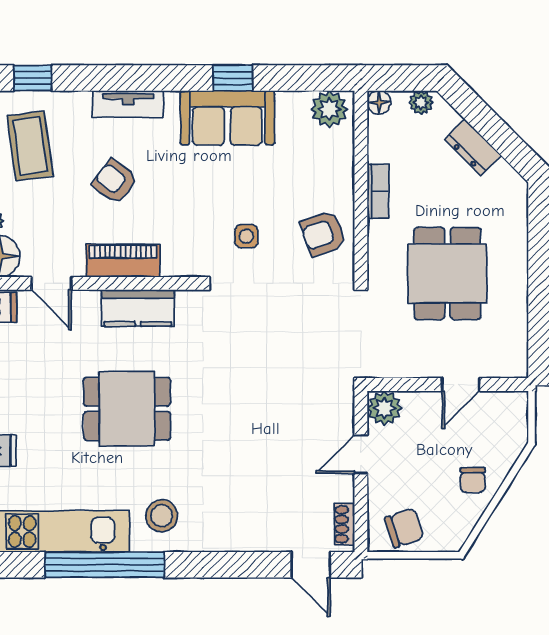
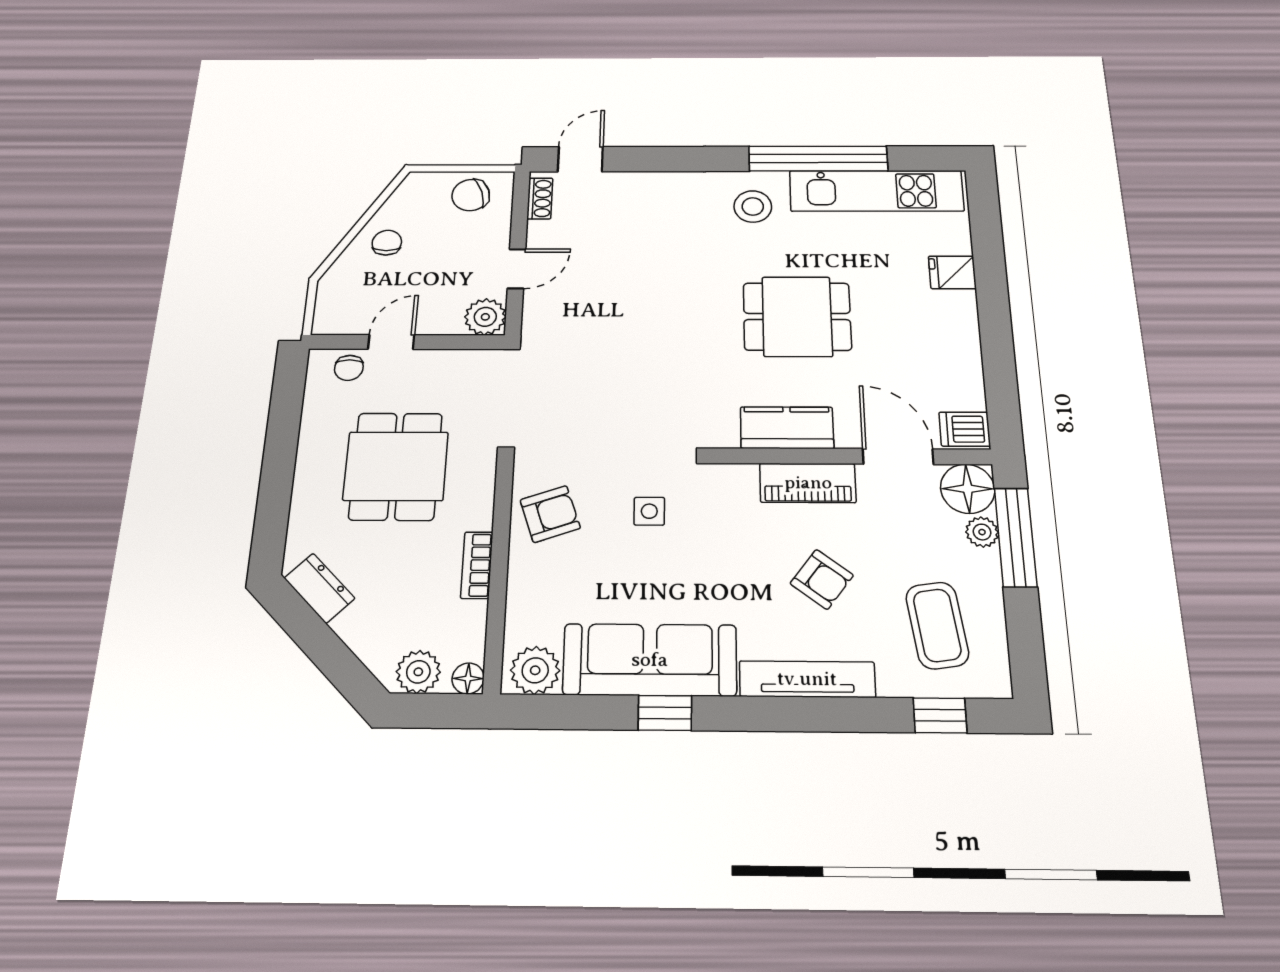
plant: (421, 103) -> (418, 672), width x1.38, depth x1.38
tv unit: (128, 104) -> (807, 679), width x1.41
sofa: (227, 118) -> (650, 660), width x1.36
dresser: (473, 147) -> (319, 588), moved
door: (51, 283) -> (898, 456), width x1.38
chair: (493, 361) -> (349, 368), added
door: (311, 565) -> (580, 159), hinge flipped

